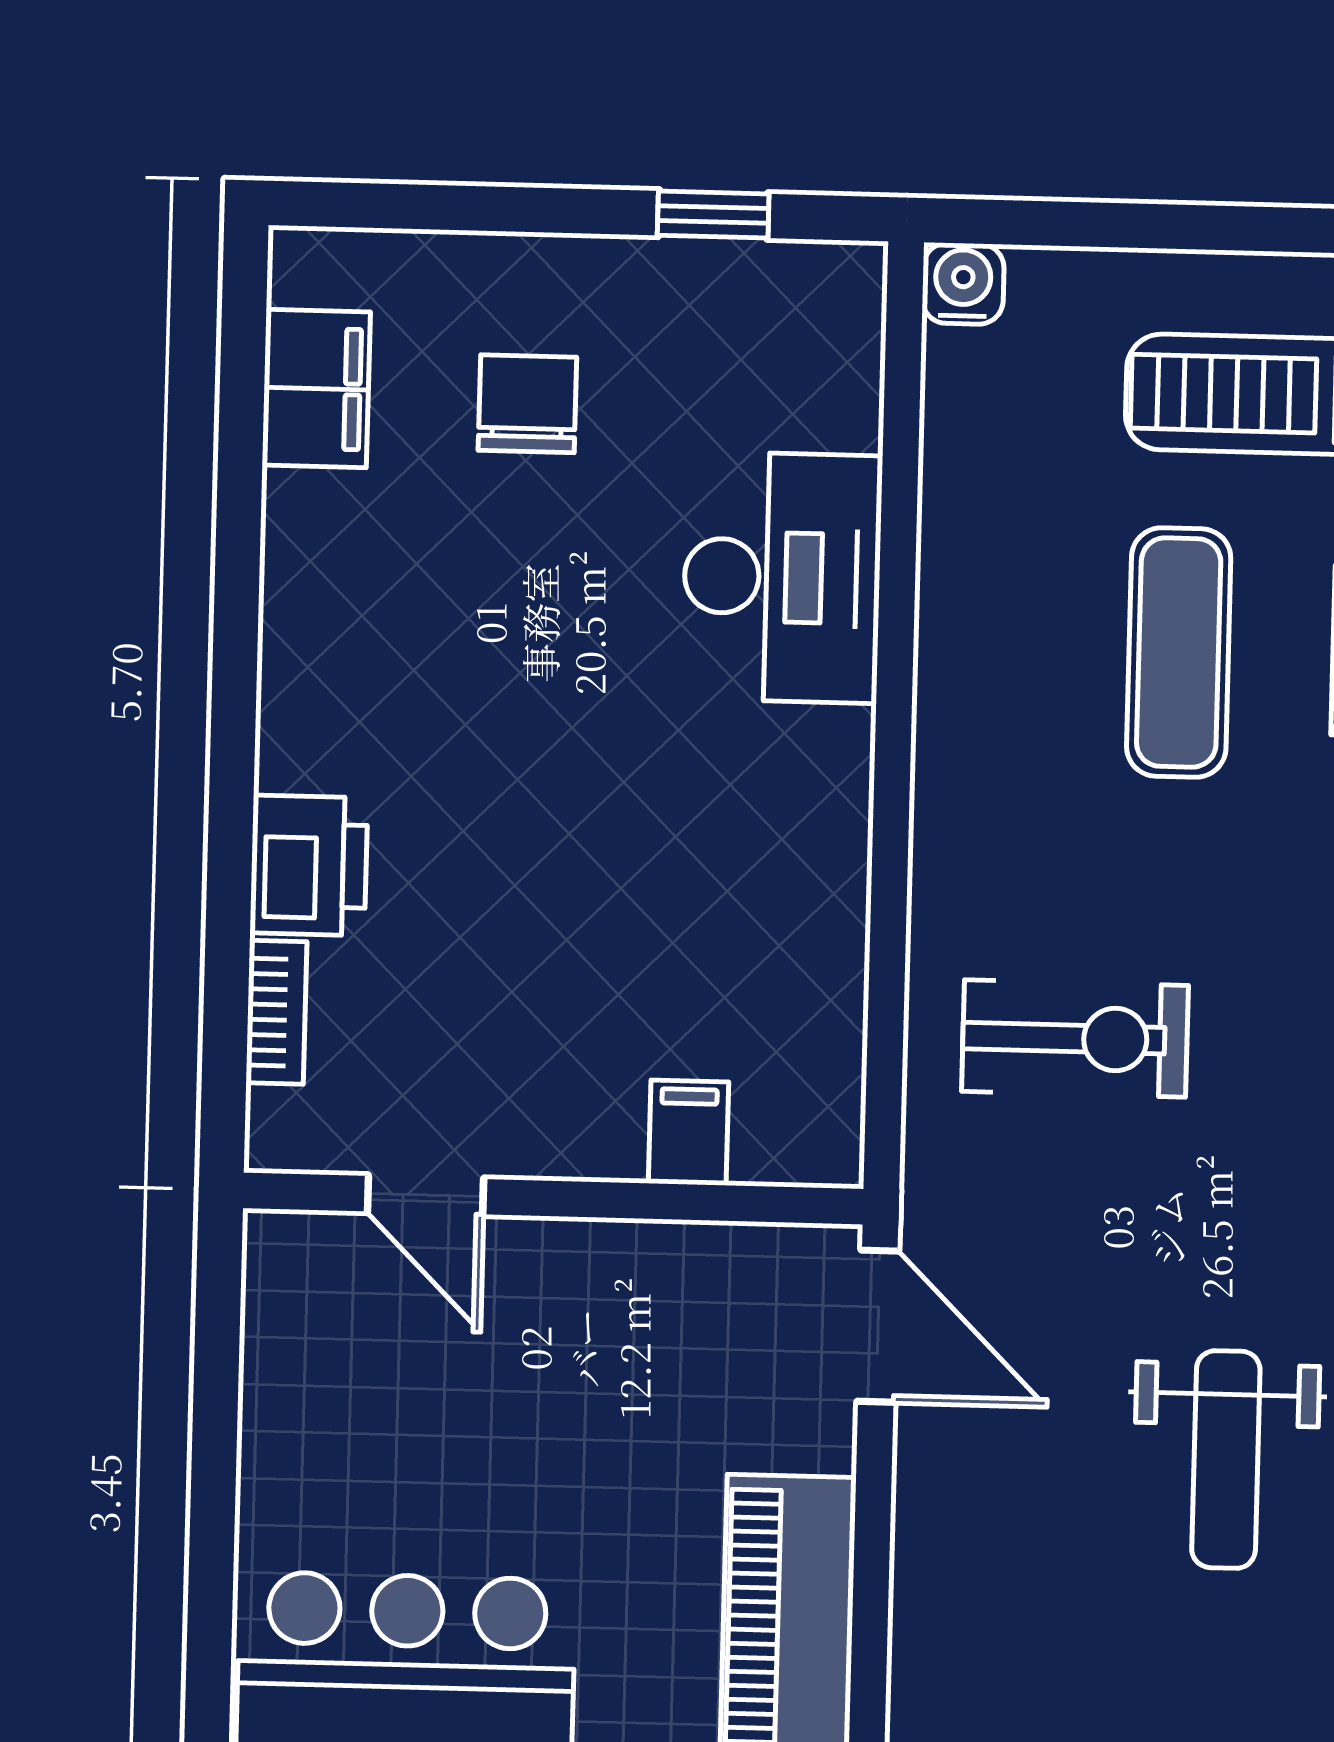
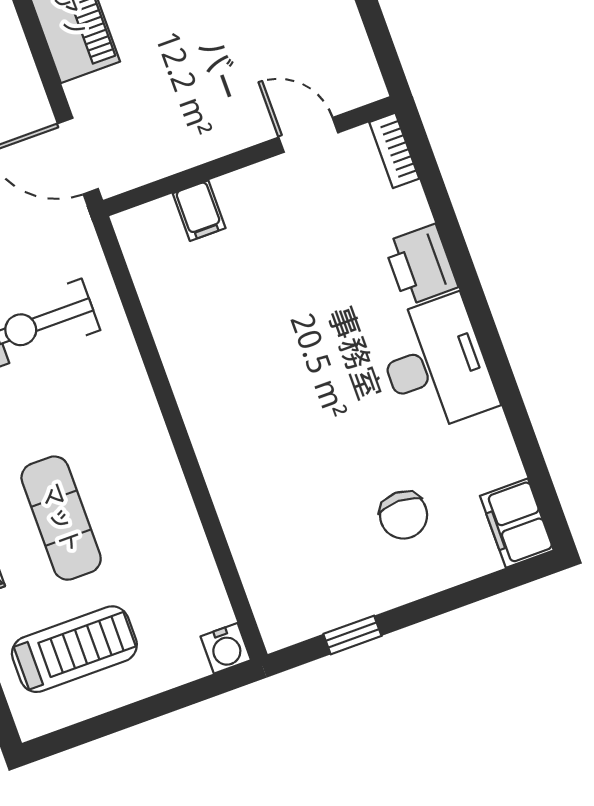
filing cabinet: (316, 389) -> (517, 523), moved
desk: (782, 577) -> (436, 364), moved, turned 180
bookcase: (276, 1012) -> (394, 150), moved

